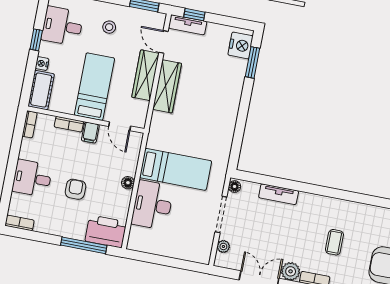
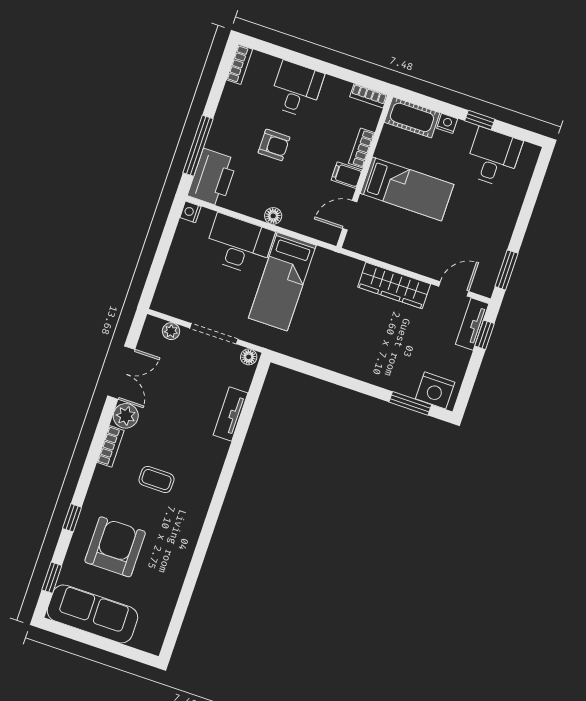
stool: (109, 27) -> (483, 219), removed
wardrobe: (145, 75) -> (413, 259), removed
nightstand: (133, 244) -> (190, 212), added

